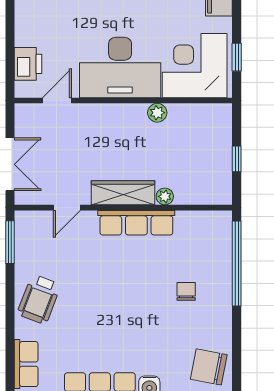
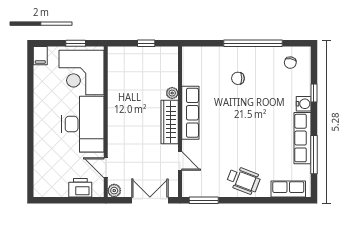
plant: (157, 113) -> (114, 191), moved
window: (237, 263) -> (253, 43), moved
chair: (209, 367) -> (290, 63), width x0.54, depth x0.54

